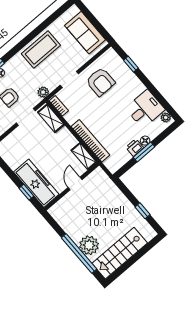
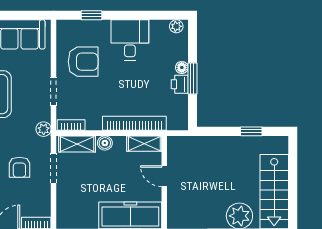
desk: (145, 109) -> (130, 40), moved
boiler: (65, 134) -> (105, 143), added

